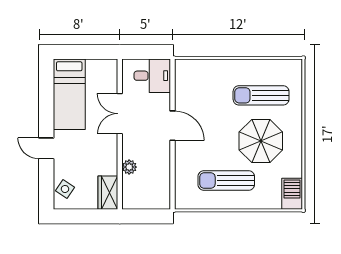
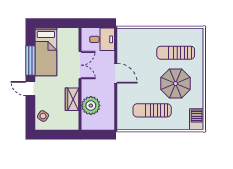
window: (46, 107) -> (30, 60), added
double door: (120, 114) -> (80, 65), swing flipped
plant: (129, 167) -> (91, 106), width x1.88, depth x1.88
wardrobe: (108, 193) -> (72, 99), moved

